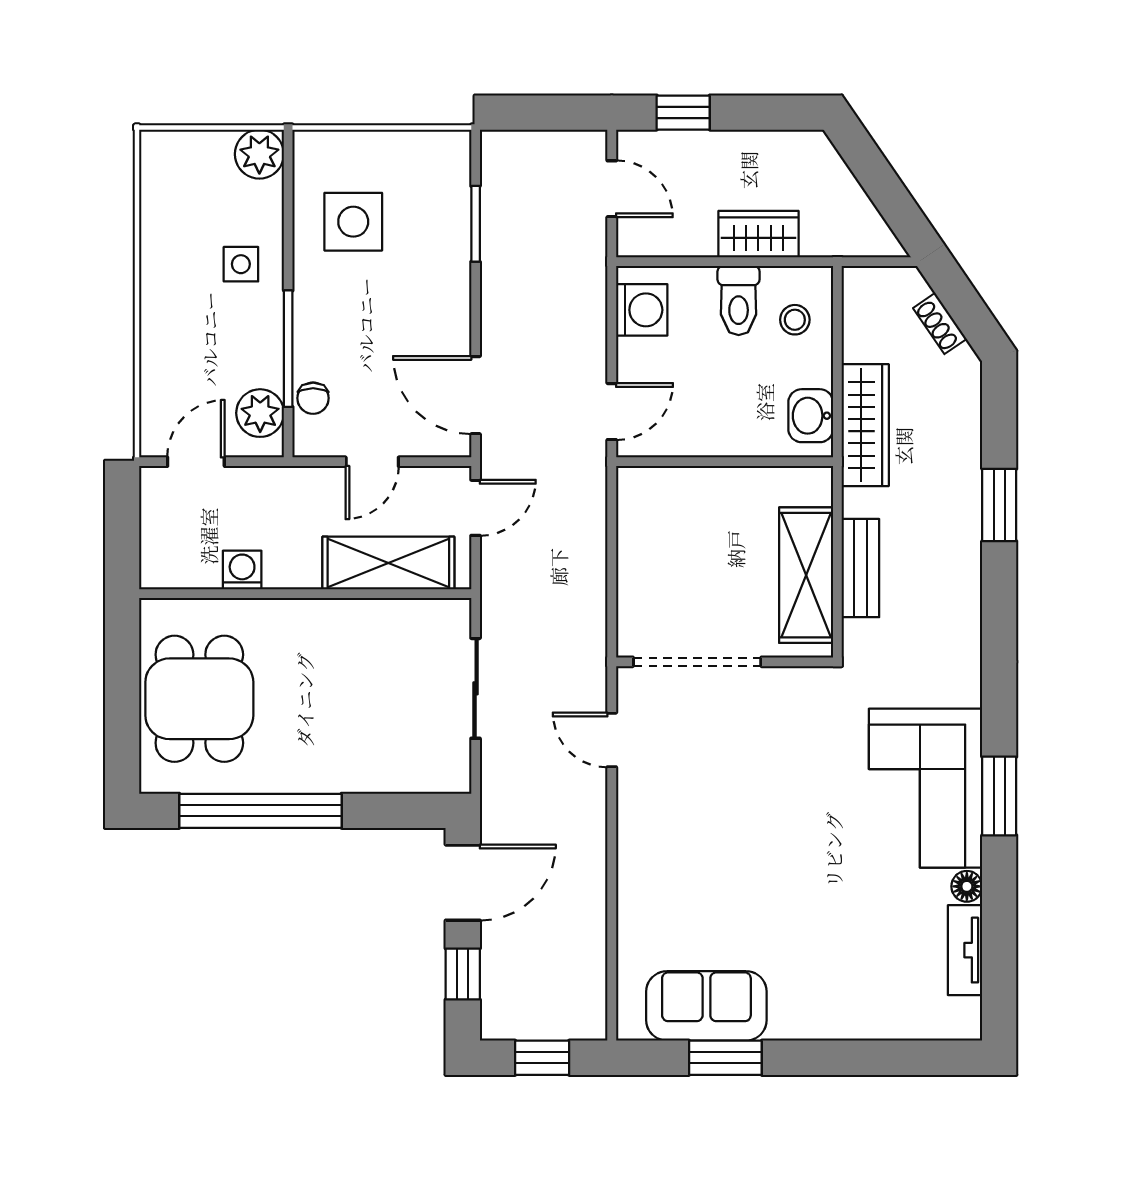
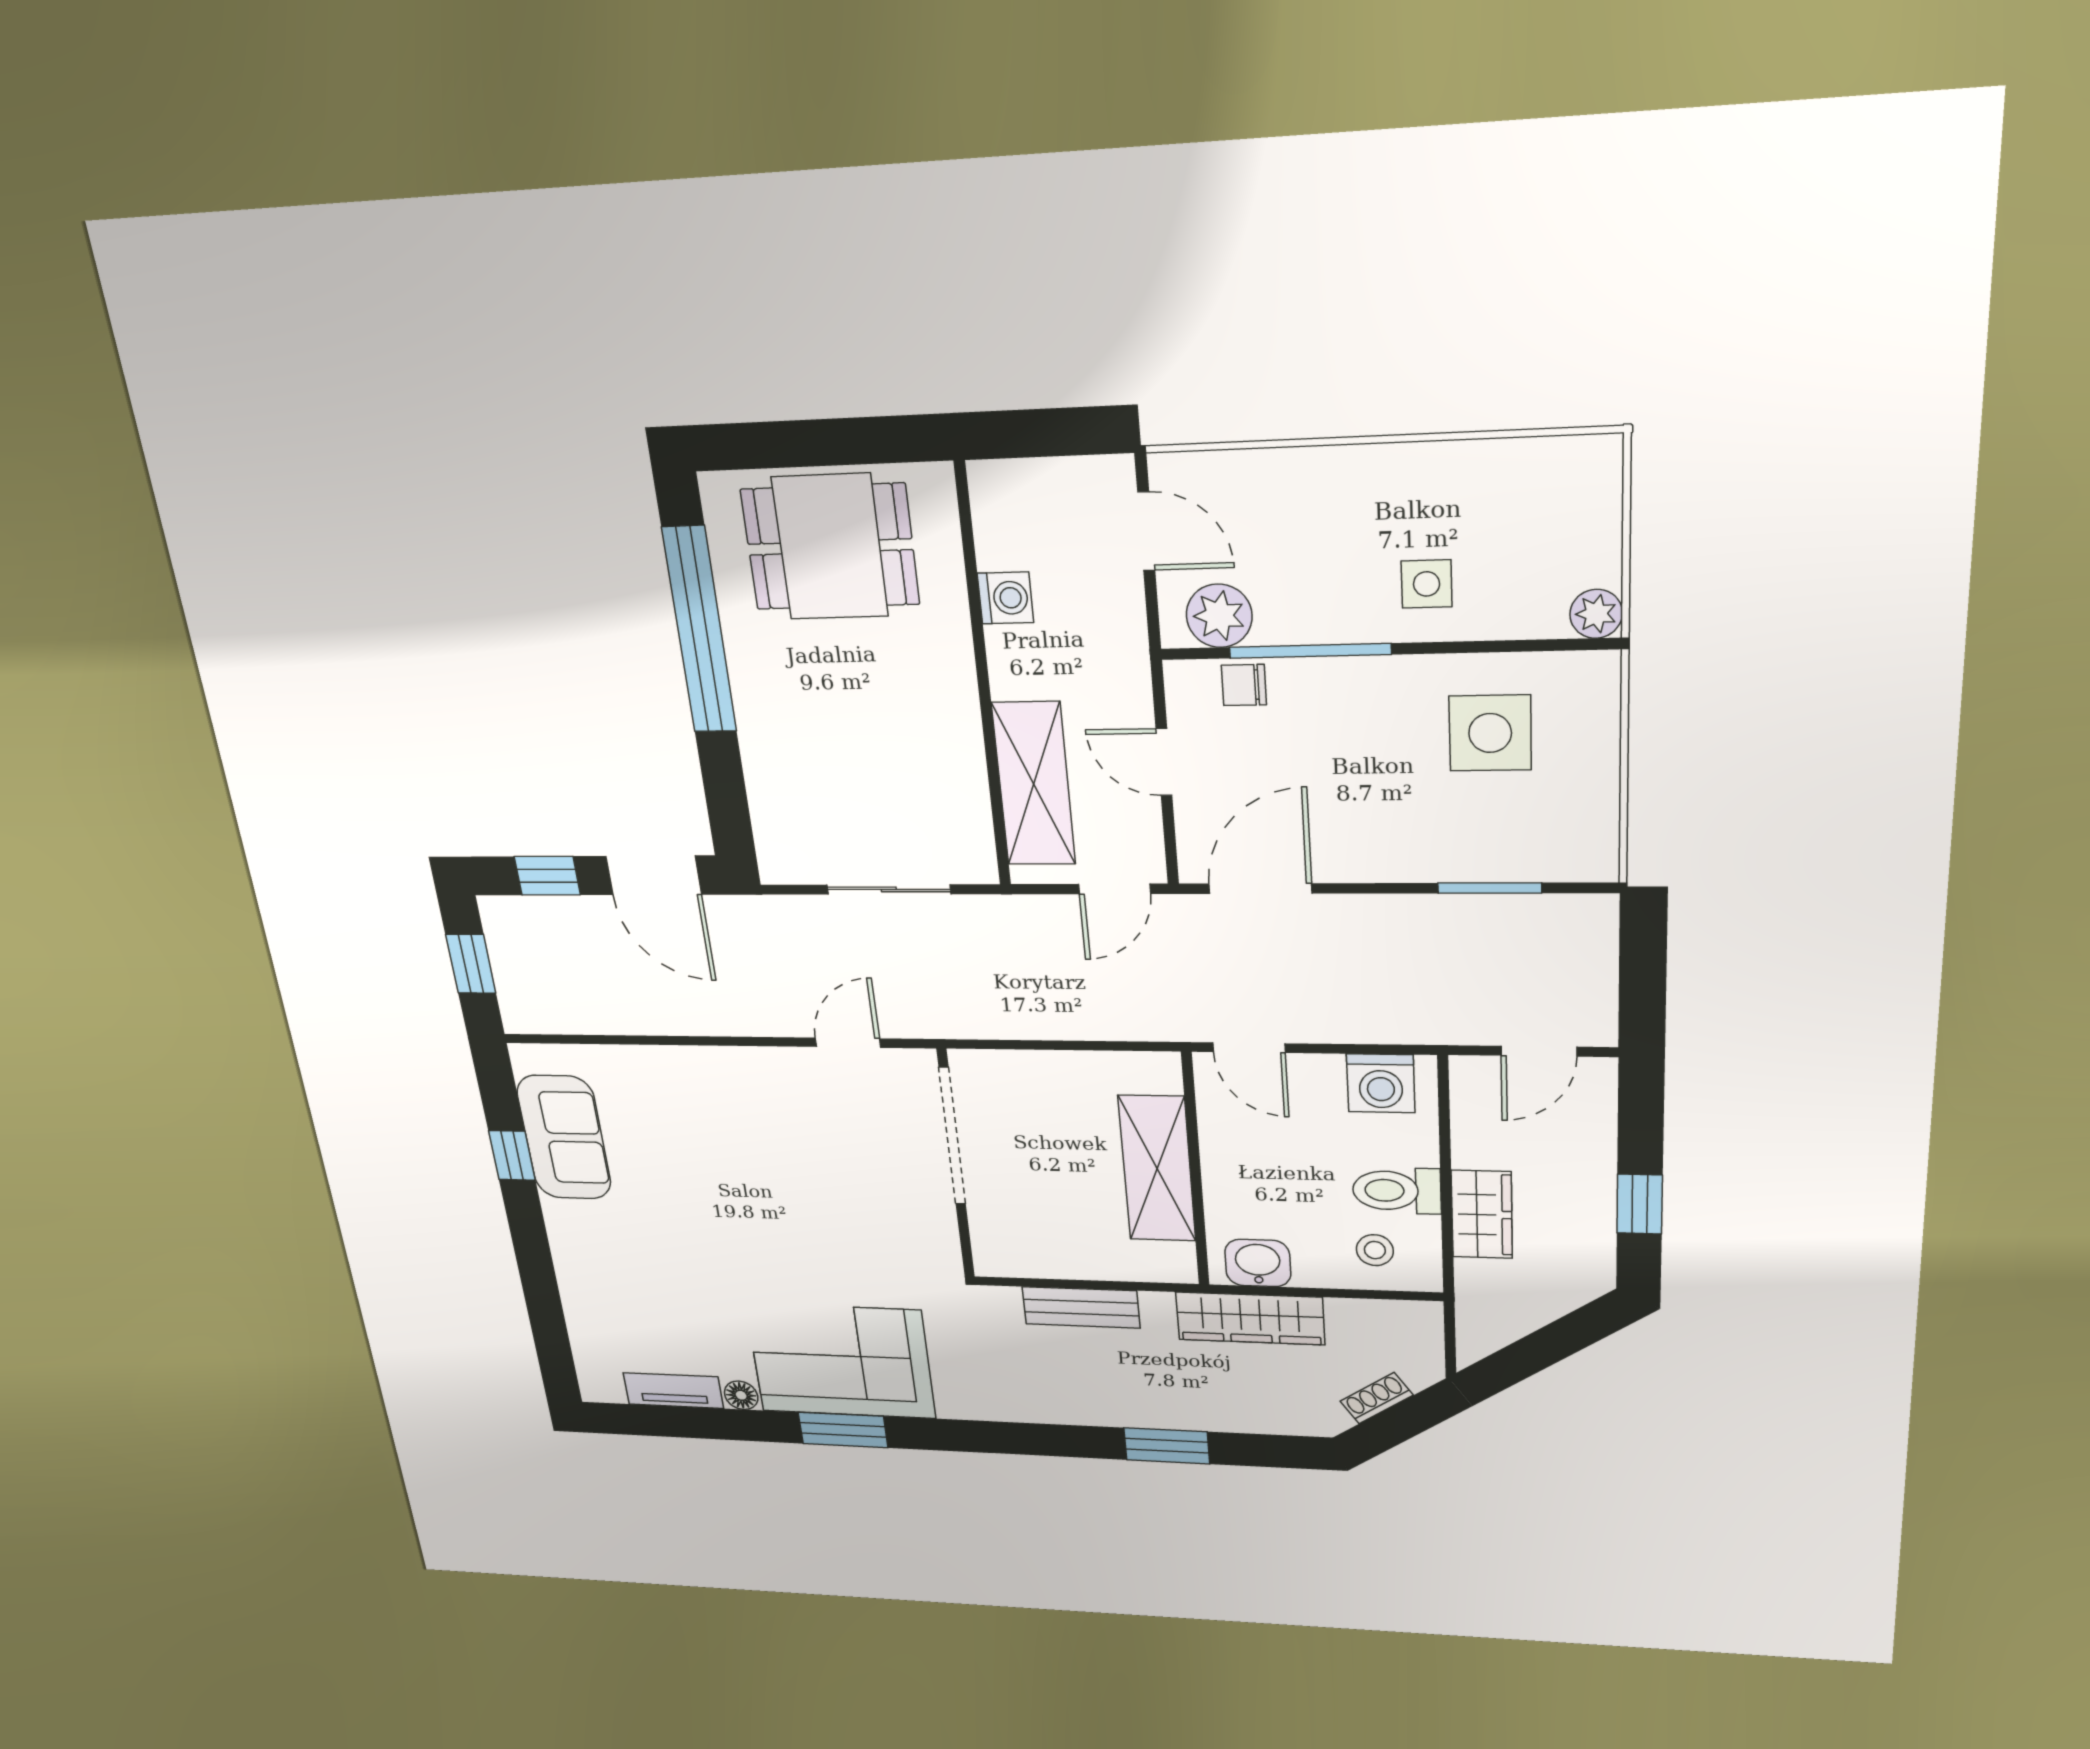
window: (683, 113) -> (1640, 1204), moved
plant: (259, 154) -> (1596, 614), width x0.73, depth x0.73
door: (476, 508) -> (1114, 889), hinge flipped
shelving: (806, 575) -> (1157, 1169), moved, turned 90
window: (725, 1058) -> (512, 1155), width x0.67

